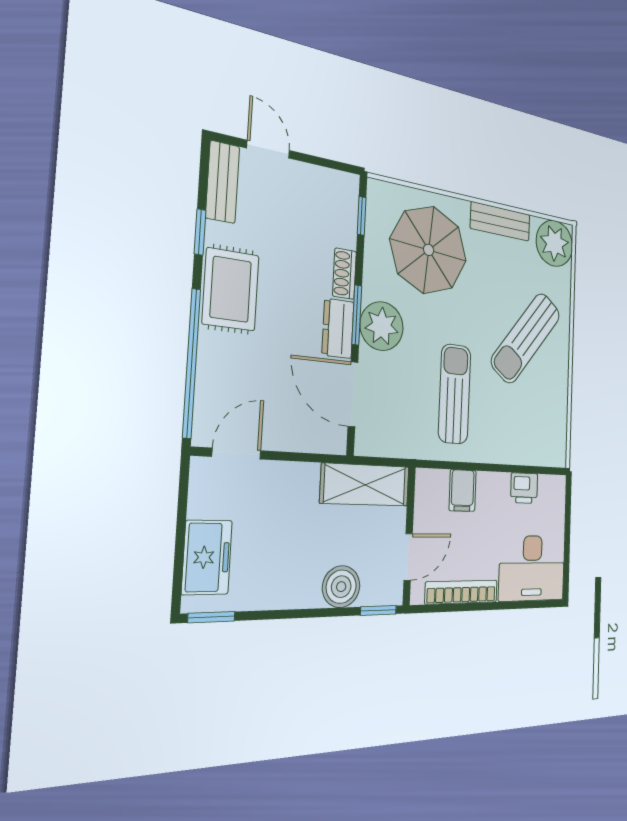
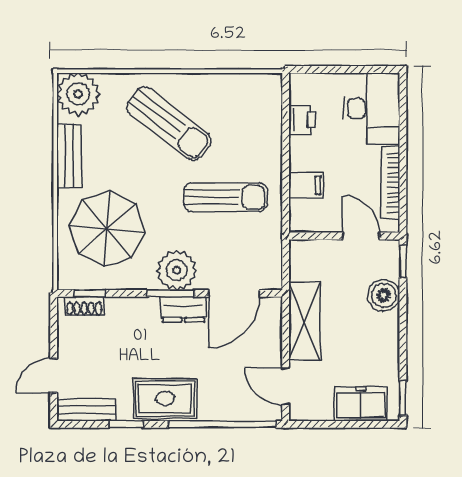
shoe rack: (344, 274) -> (84, 306), moved
sun lounger: (455, 394) -> (225, 197), turned 180
shelving: (365, 485) -> (305, 322), moved

